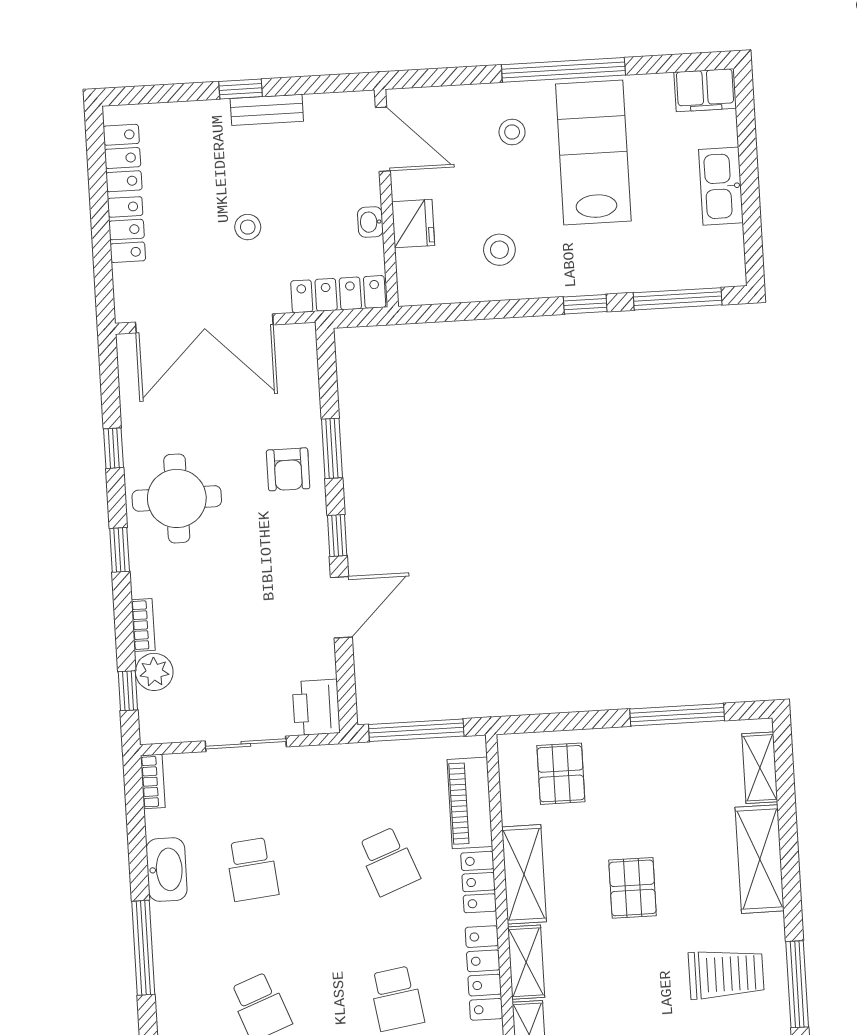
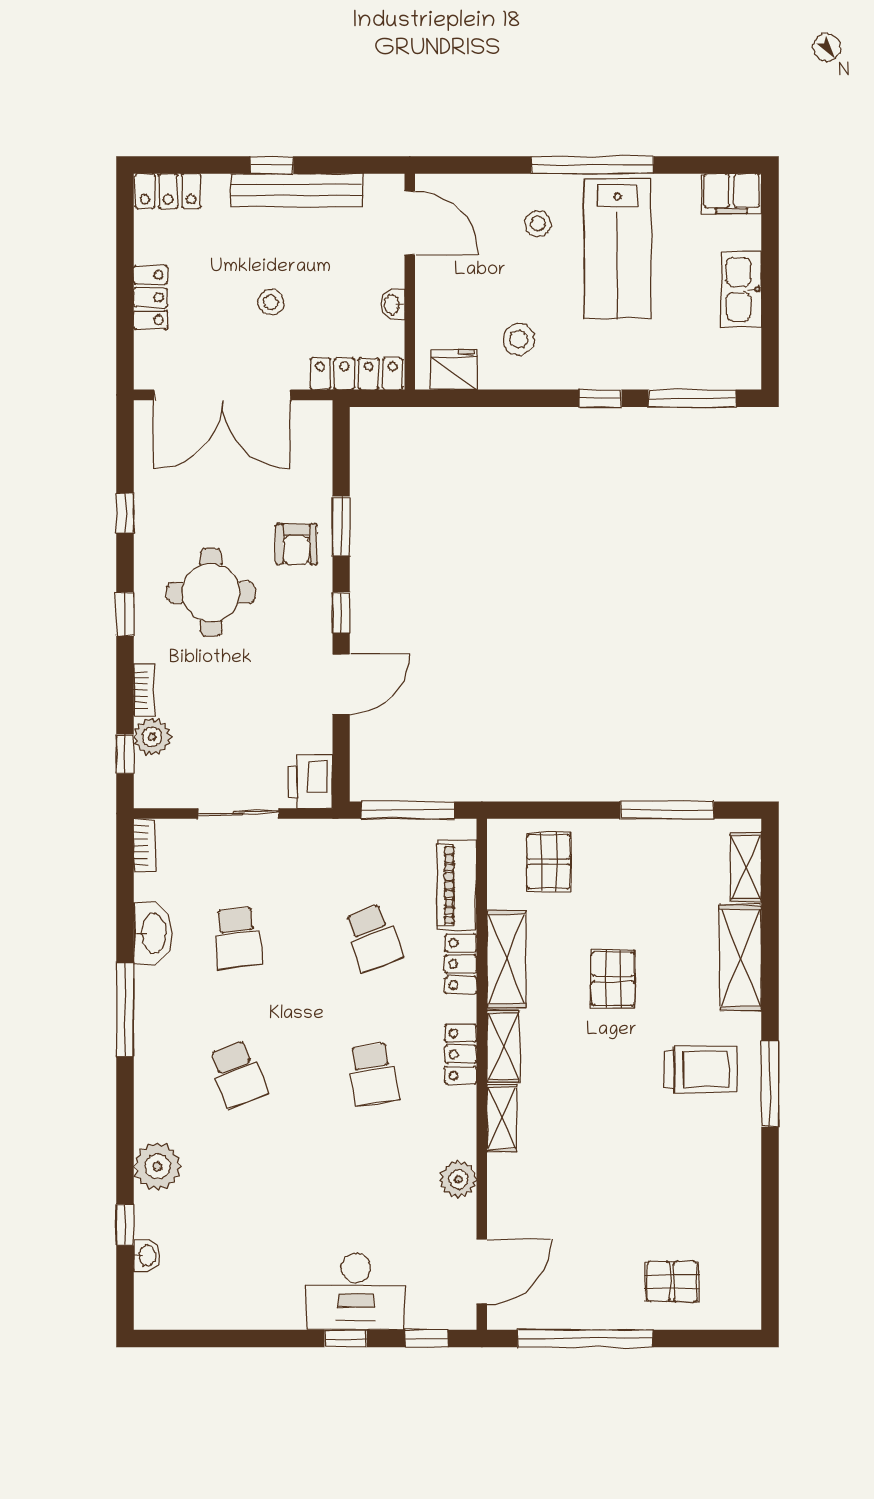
bench: (267, 110) -> (297, 190), width x1.86, depth x1.21
lab bench: (593, 152) -> (617, 248), turned 180
locker: (123, 158) -> (168, 191), moved, turned 90
fridge: (413, 224) -> (454, 370), moved, turned -90
round table: (177, 498) -> (211, 593), moved
locker: (484, 973) -> (461, 1054), width x0.66

